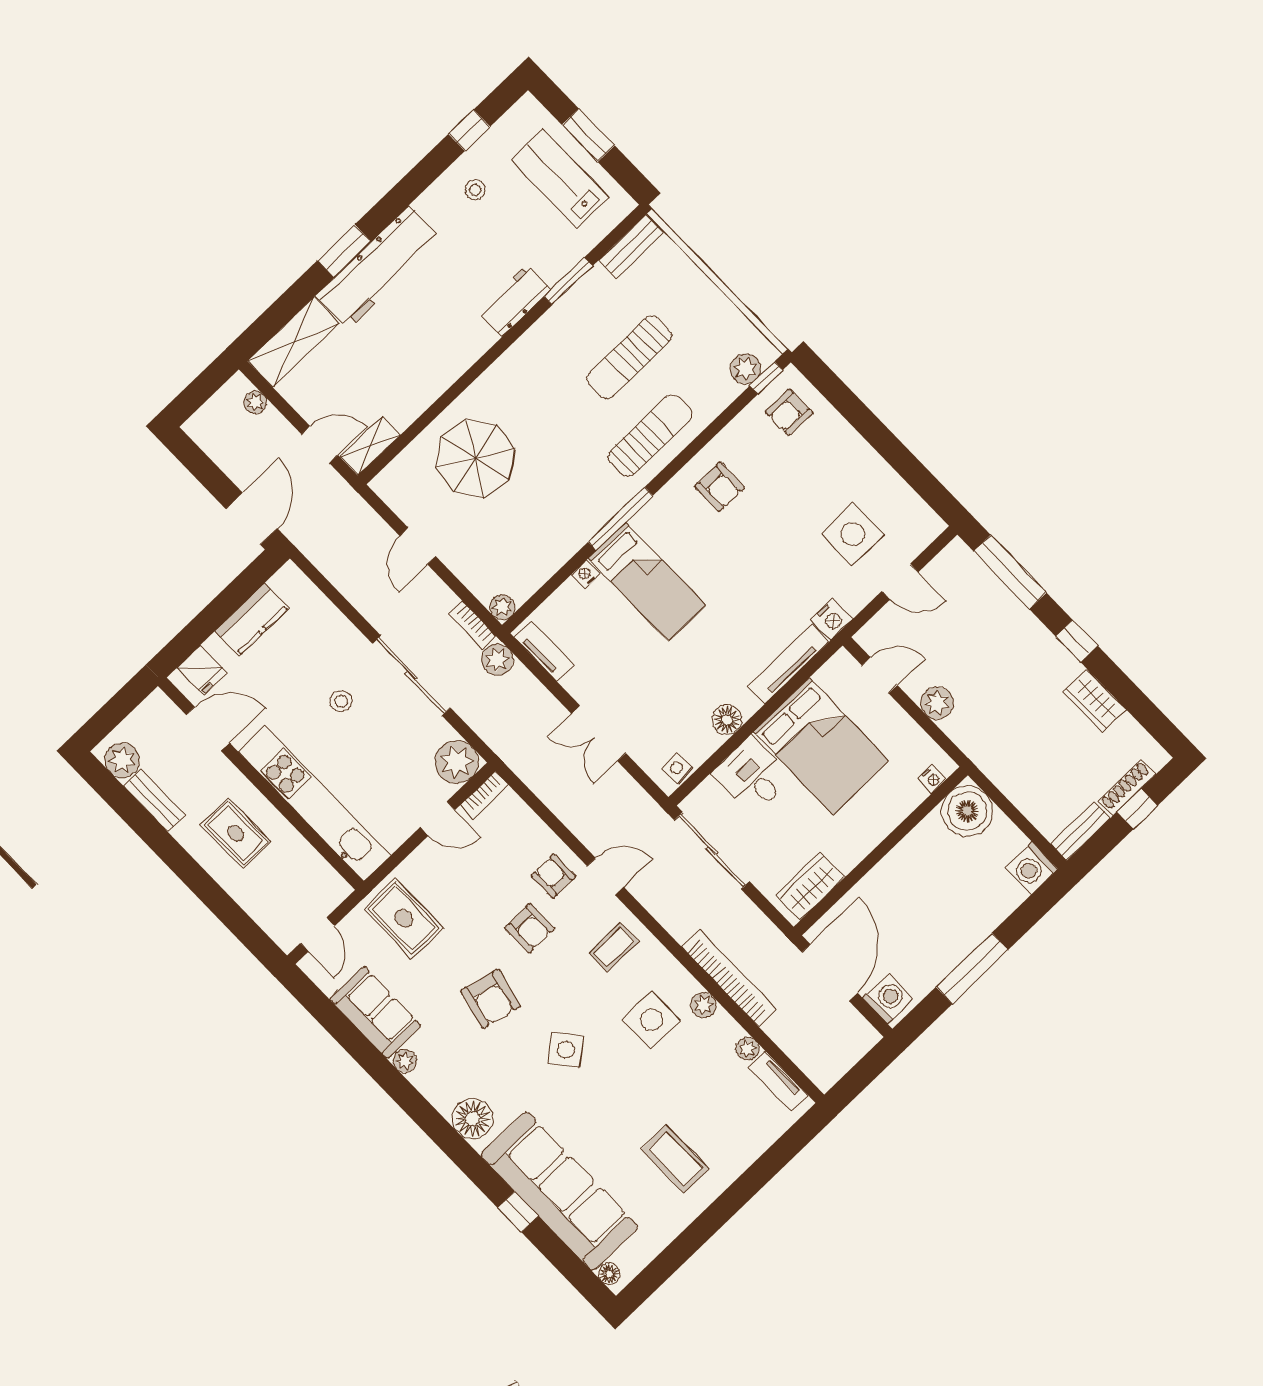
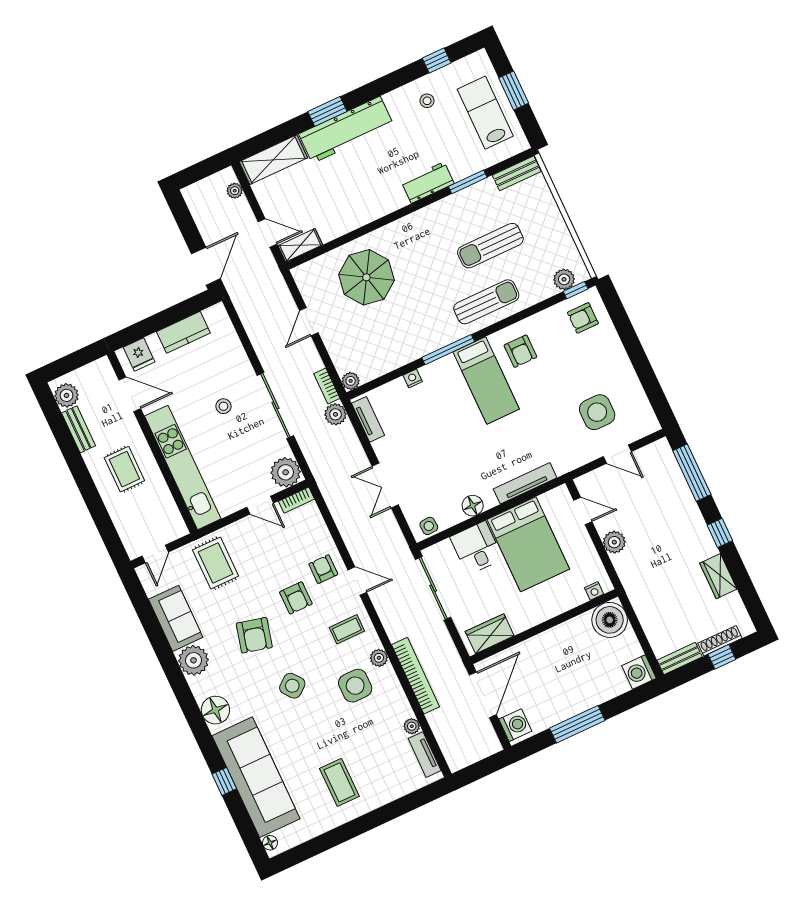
bed: (647, 582) -> (486, 381), moved
nightstand: (832, 619) -> (564, 463), removed
plant: (704, 1005) -> (379, 658), moved
plant: (405, 1061) -> (194, 660), width x1.88, depth x1.88

